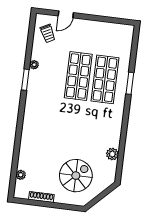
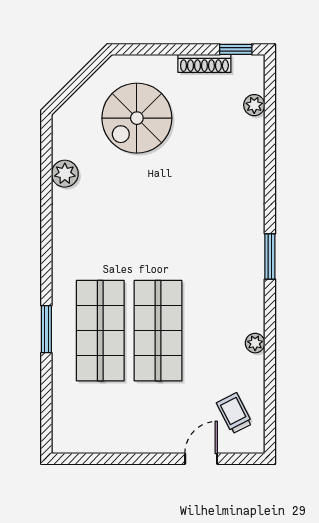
window: (25, 80) -> (270, 256), moved
window: (26, 202) -> (236, 49), added

